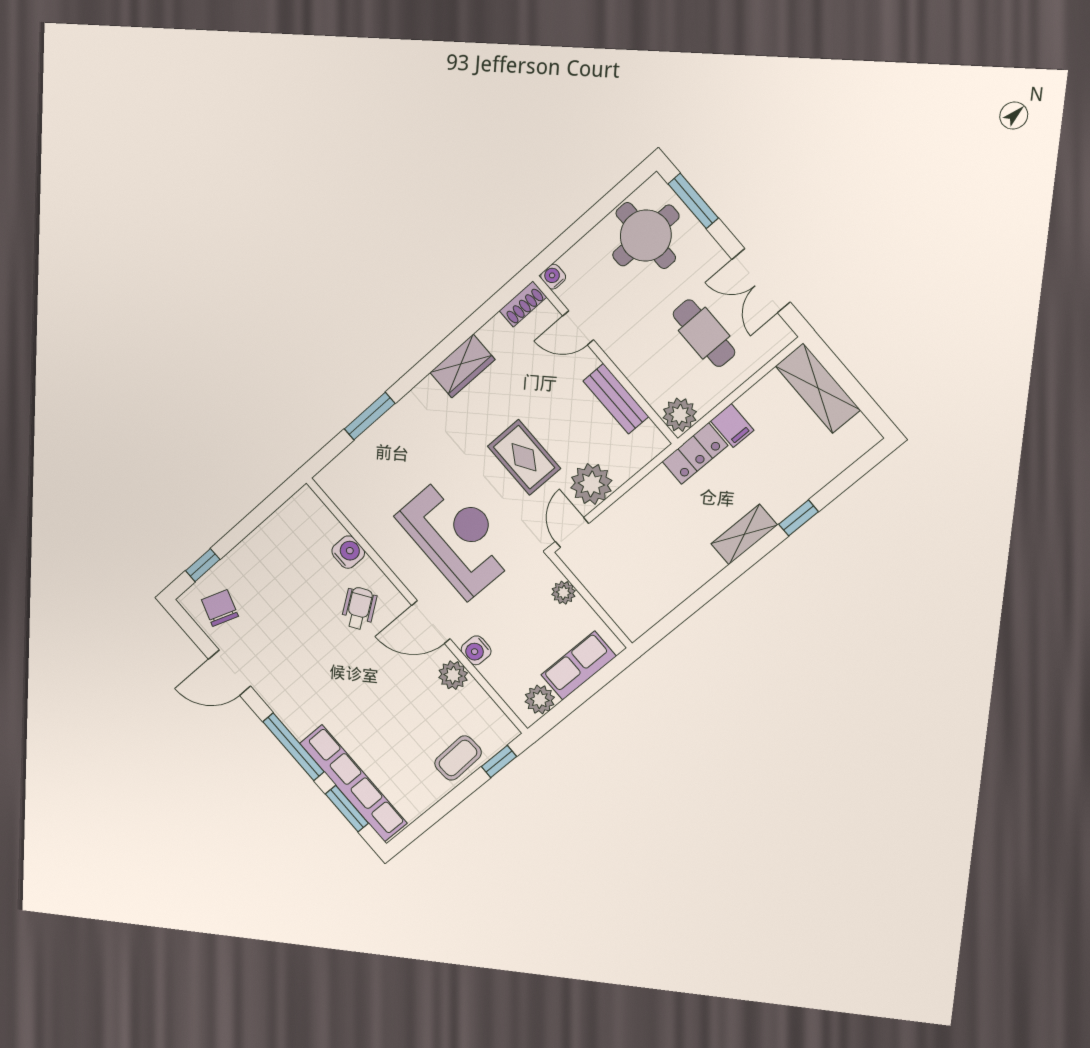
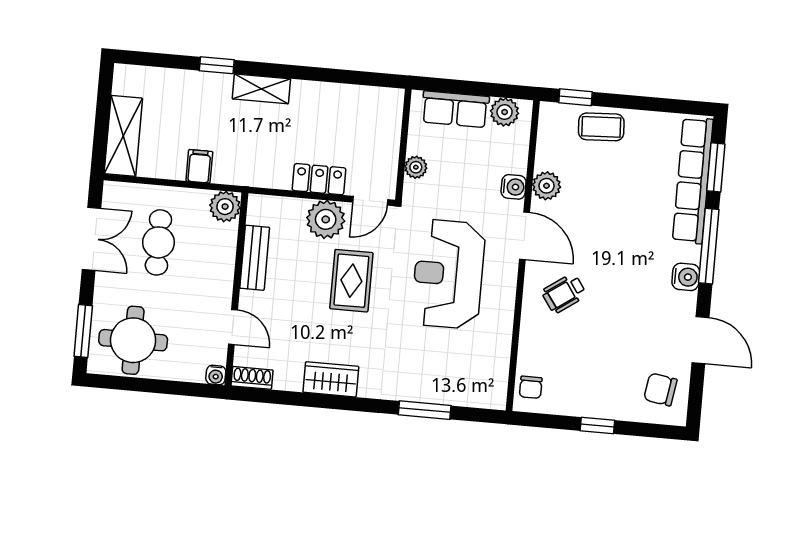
locker: (695, 453) -> (319, 179), moved
chair: (311, 514) -> (531, 387), added
water cooler: (348, 552) -> (686, 277), moved, turned 180
window: (203, 565) -> (597, 426), moved
chair: (220, 608) -> (660, 389), turned 80

